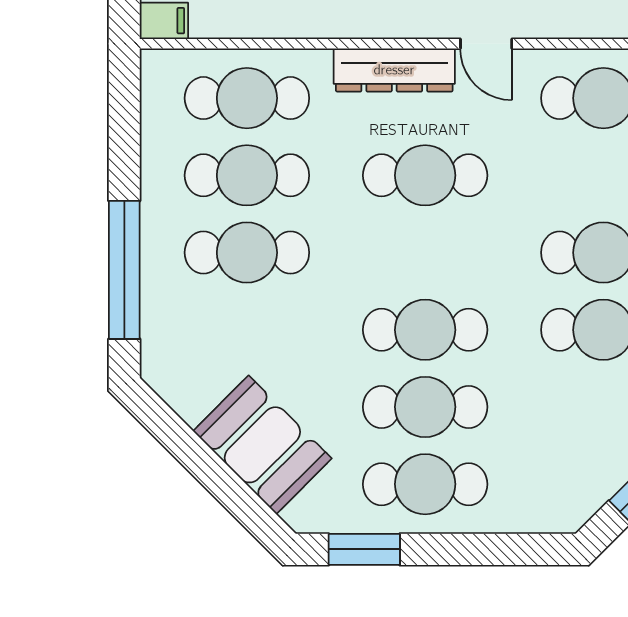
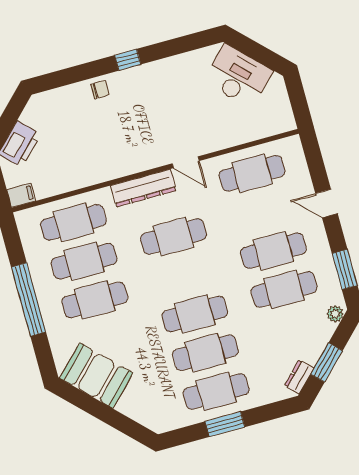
window: (124, 270) -> (29, 299), moved
booth: (262, 445) -> (96, 376), moved
dresser: (587, 500) -> (299, 377), added
window: (364, 549) -> (225, 424), moved

